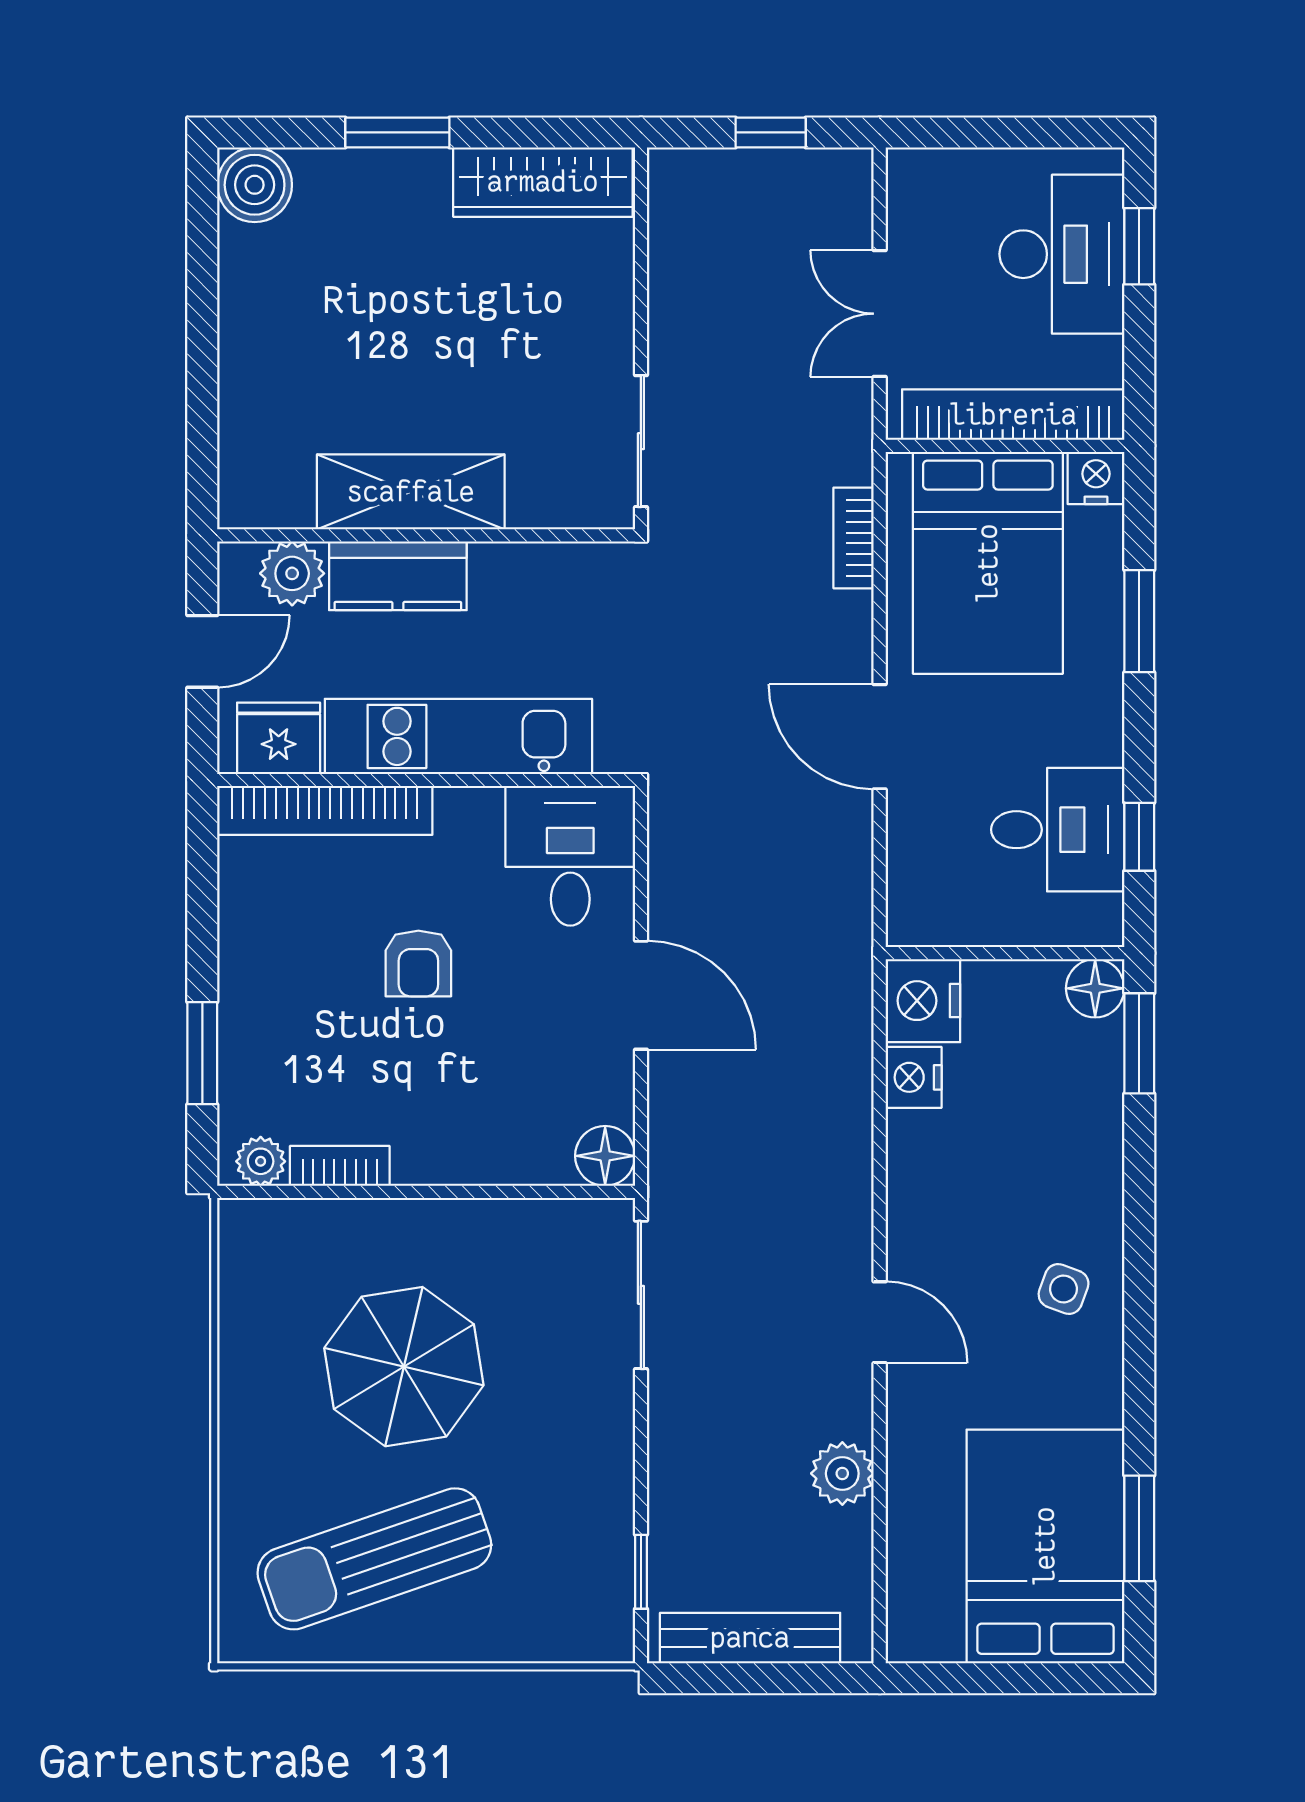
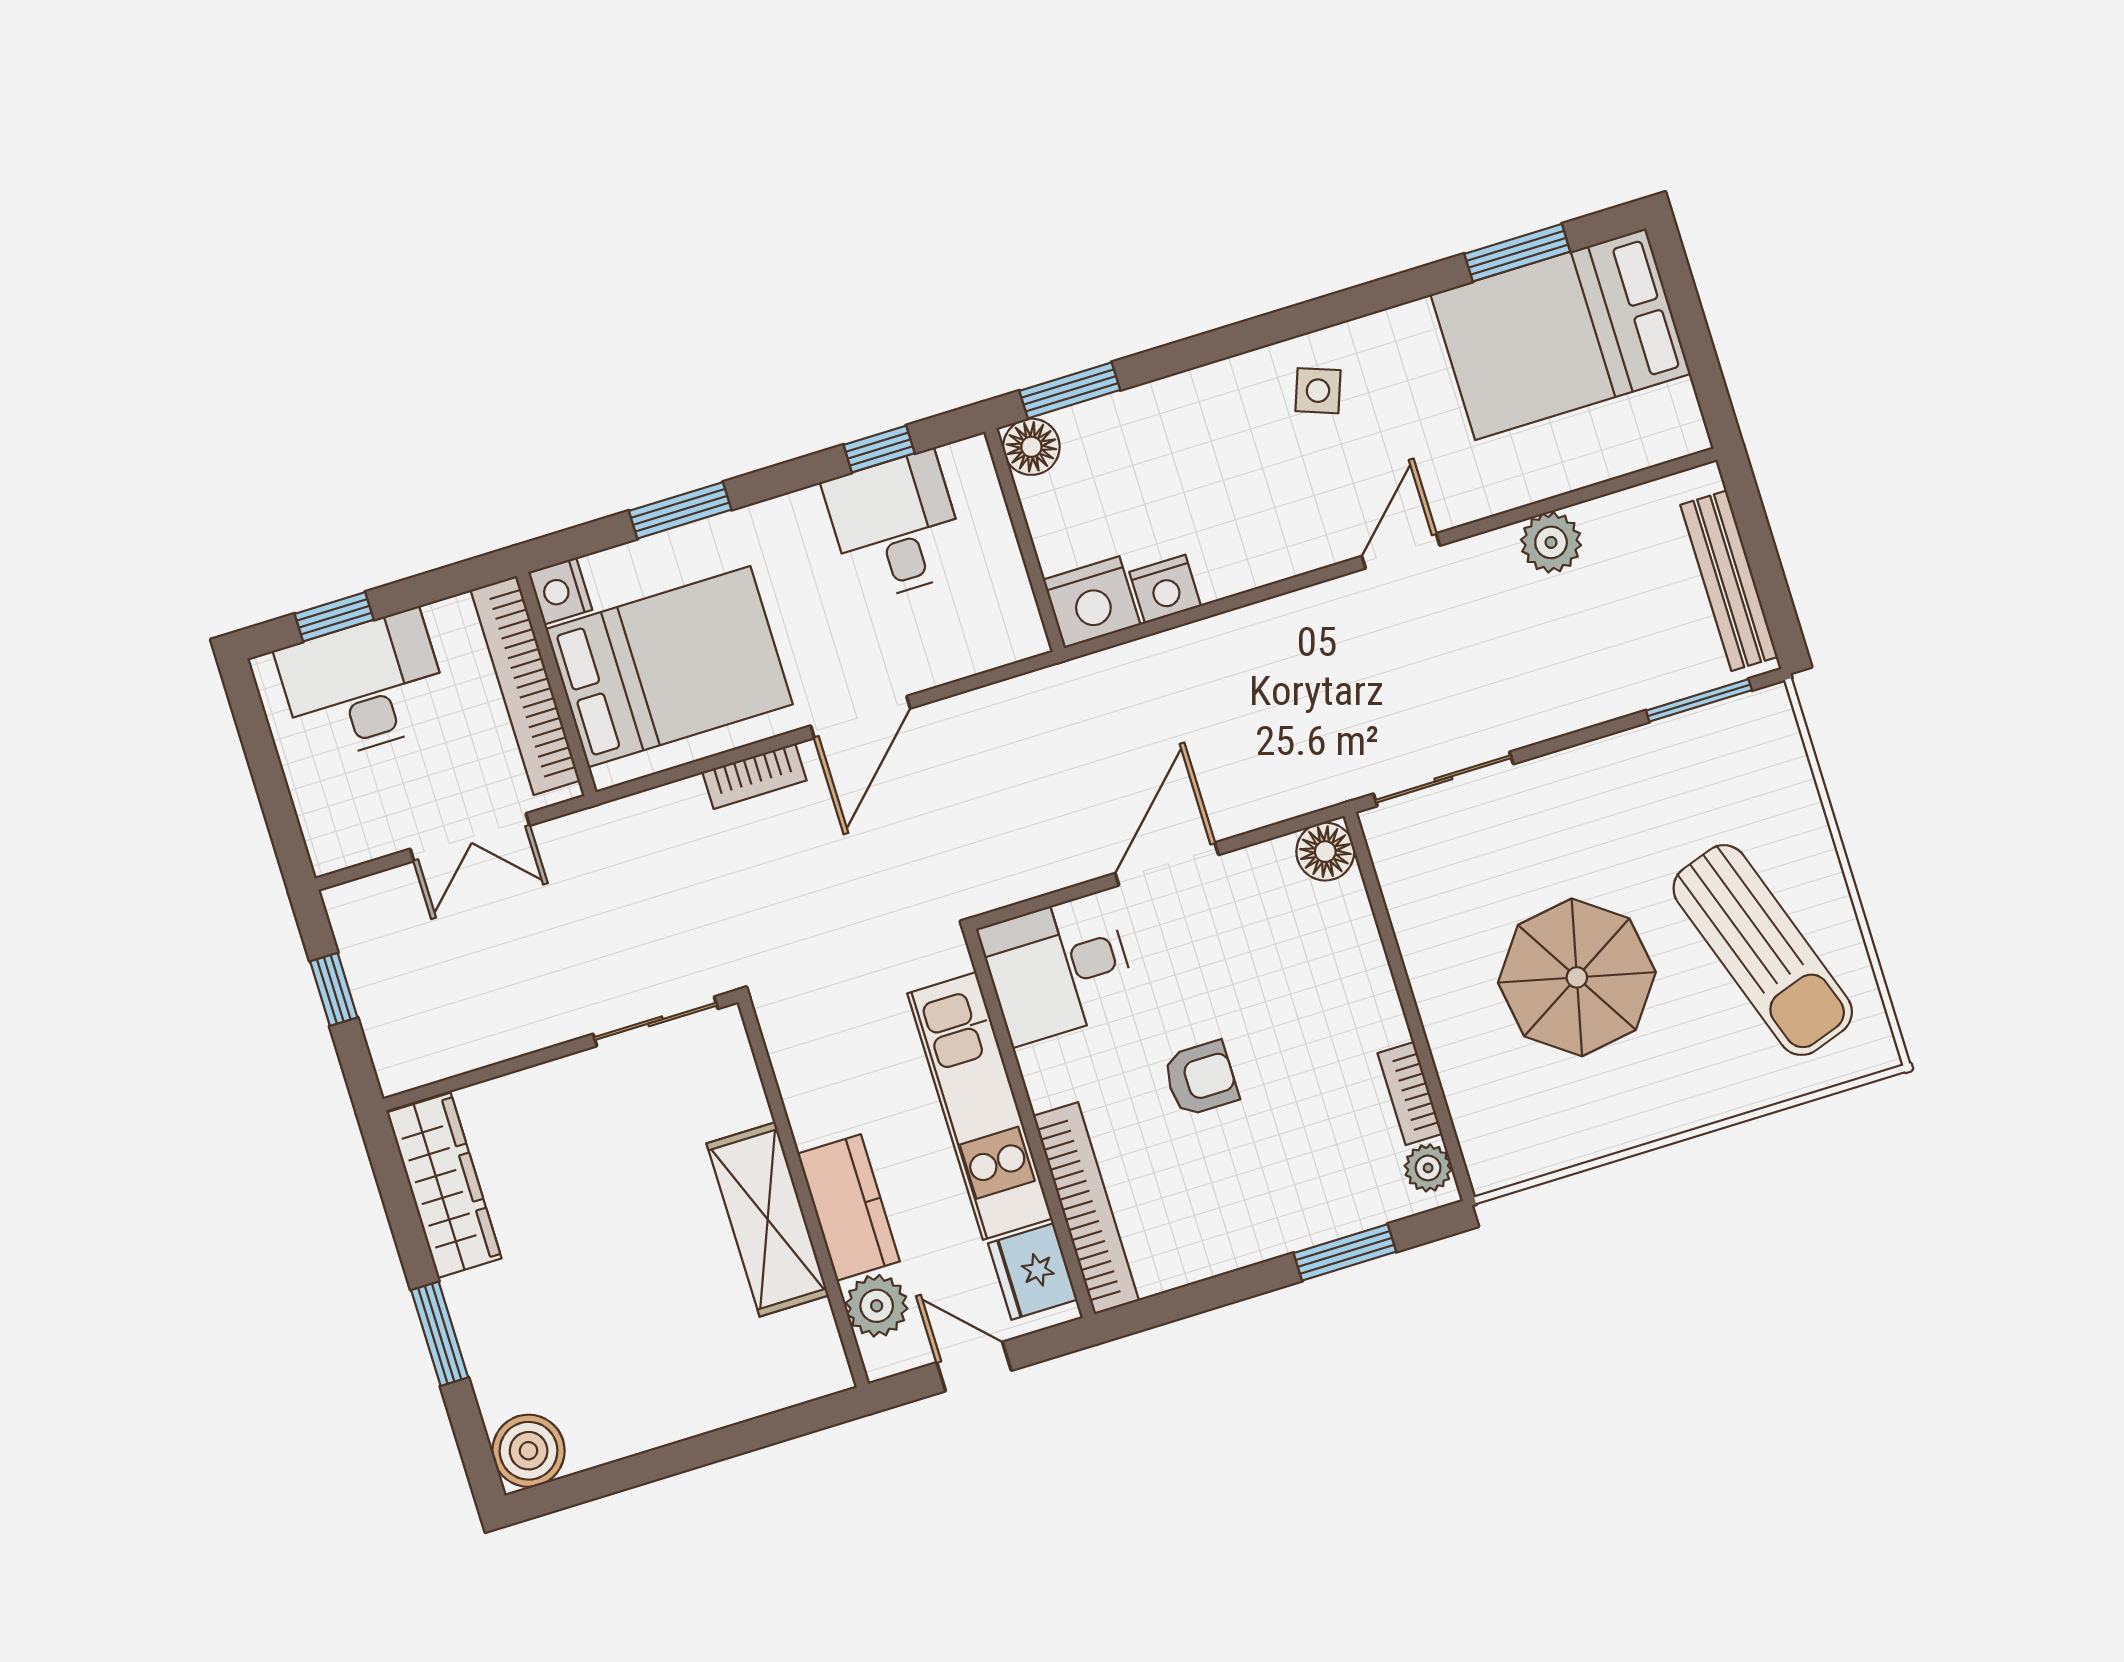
bookcase: (854, 538) -> (754, 776), moved
window: (641, 1572) -> (1699, 700), width x1.50

